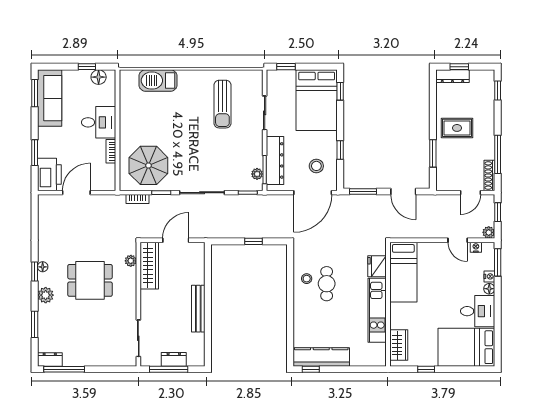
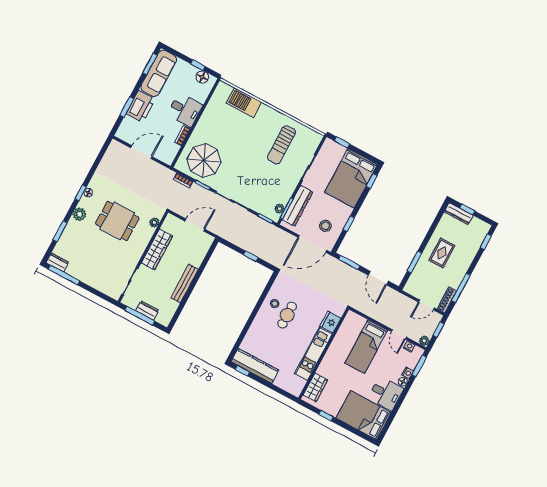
rug: (457, 128) -> (442, 253), turned 90
printer: (49, 175) -> (141, 106), moved
wardrobe: (149, 266) -> (157, 249), moved
bed: (403, 272) -> (366, 347), moved

